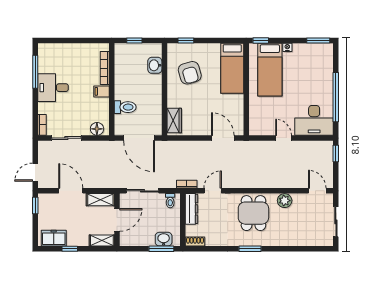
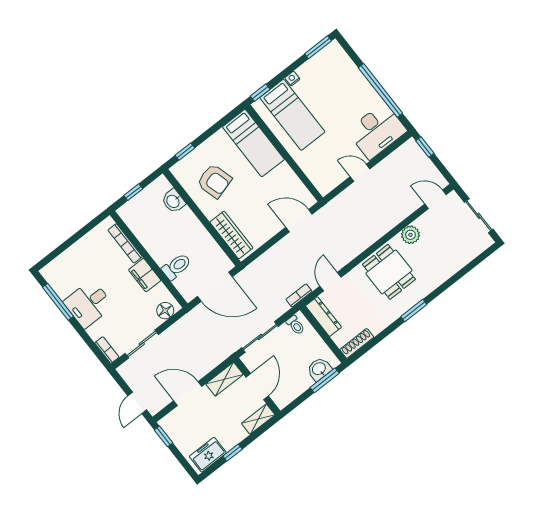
filing cabinet: (101, 91) -> (145, 275), width x2.00
wardrobe: (174, 120) -> (231, 235), width x1.50
shoe rack: (195, 242) -> (357, 343), width x1.43

